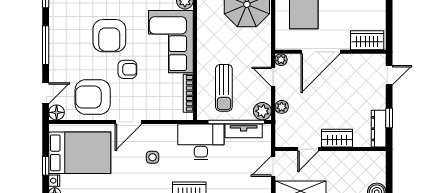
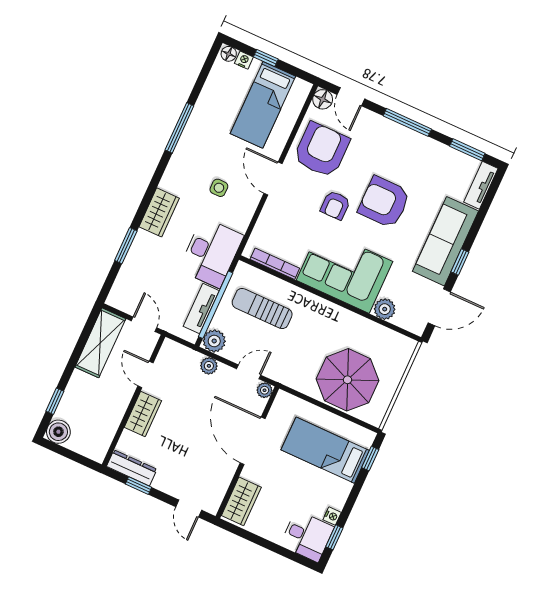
bed: (80, 153) -> (263, 105), width x0.67

